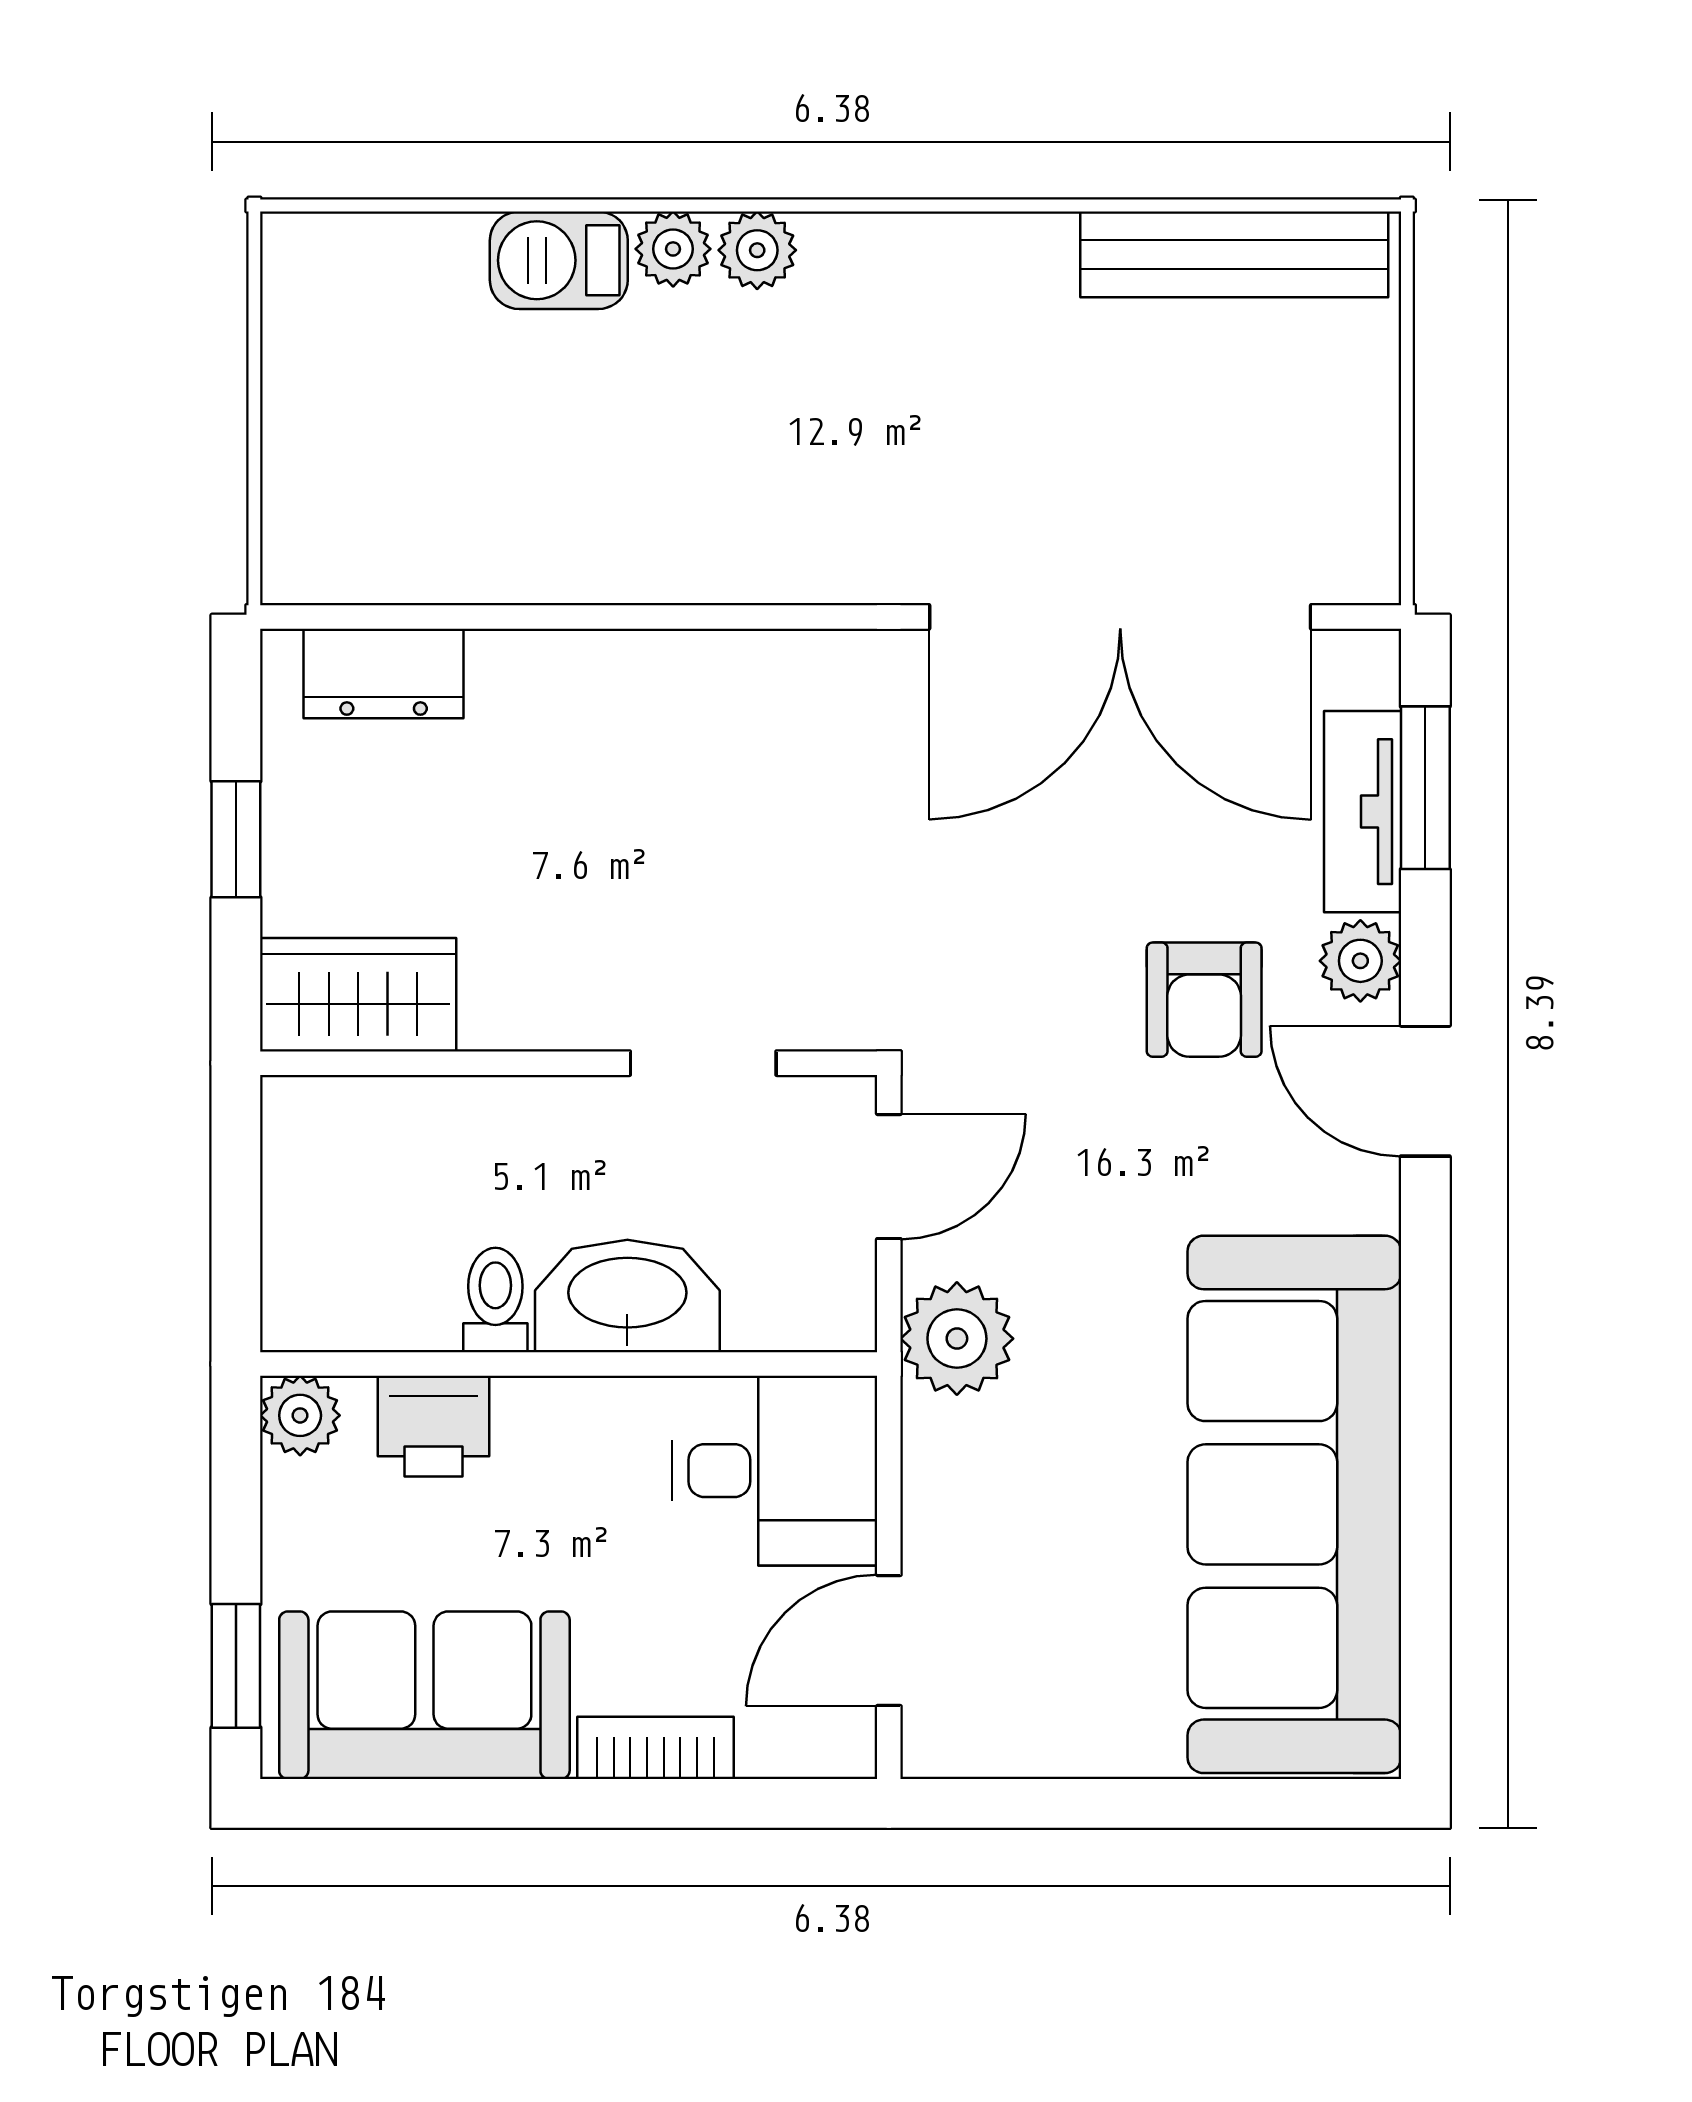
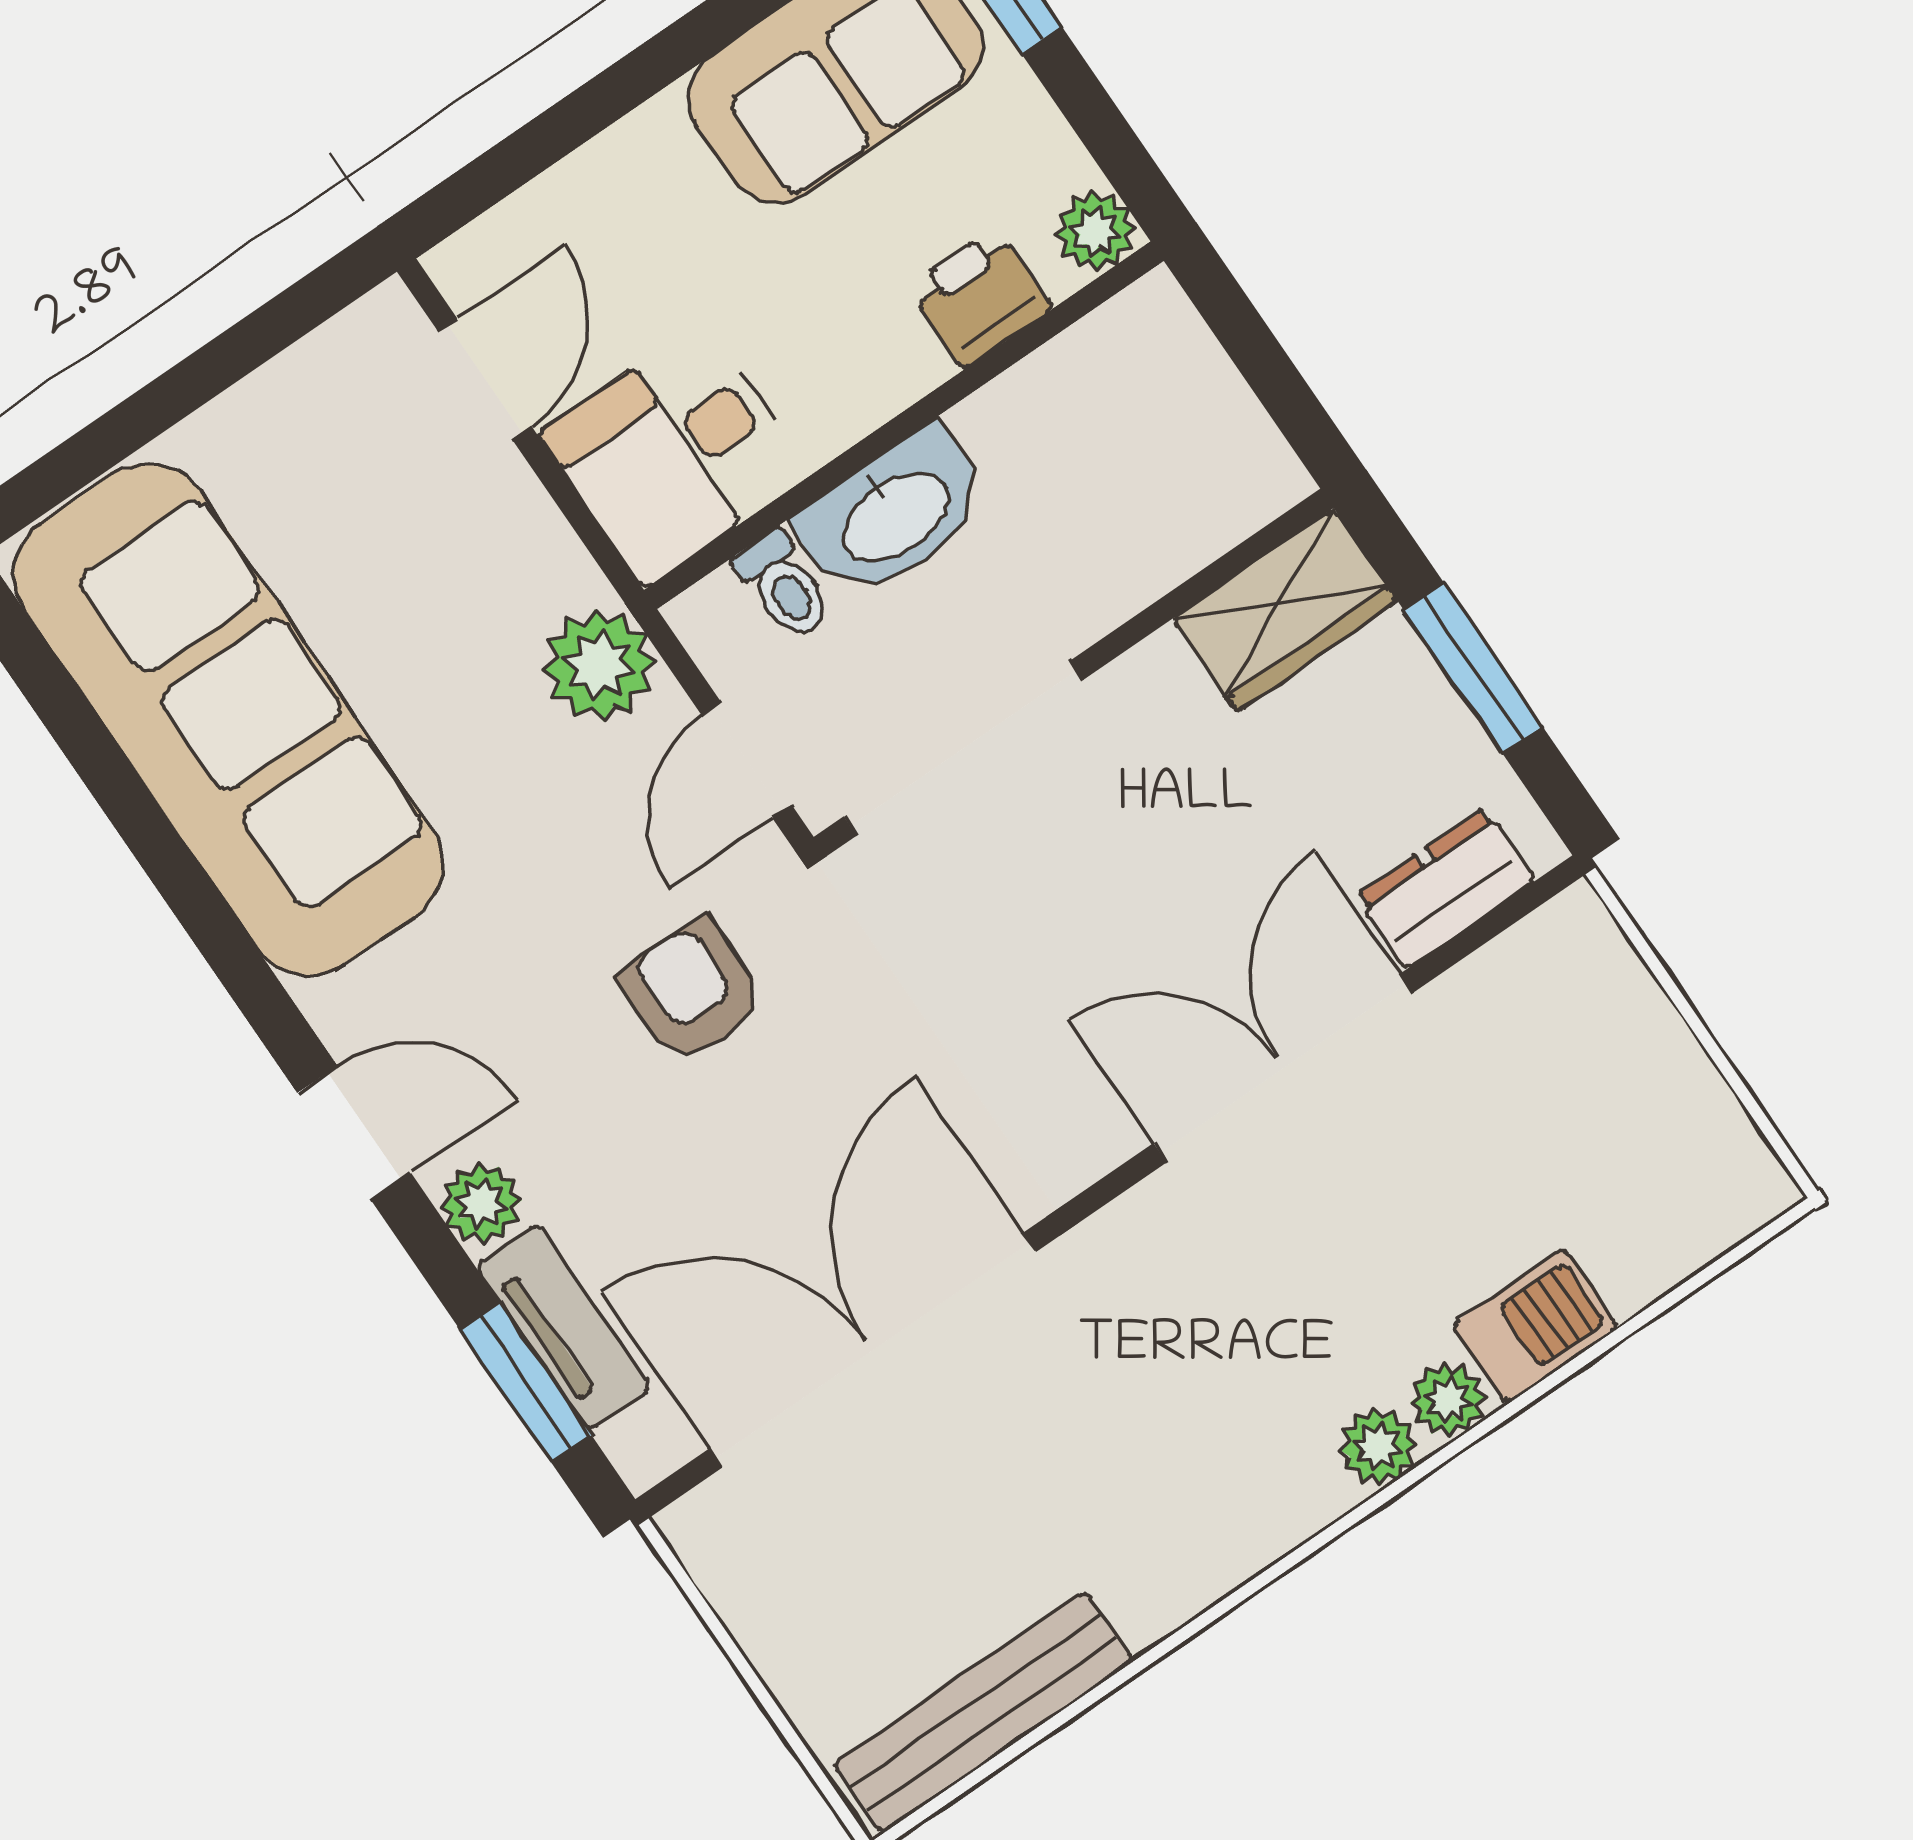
double door: (620, 617) -> (1283, 1068), added
window: (236, 839) -> (1473, 668), width x1.50
armchair: (1204, 1000) -> (692, 991), moved
doorway: (703, 1063) -> (963, 748), width x1.88
toilet: (495, 1300) -> (783, 586), moved
bookcase: (655, 1748) -> (616, 159), removed

